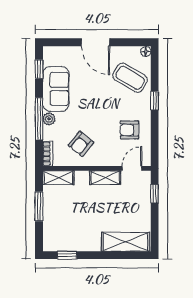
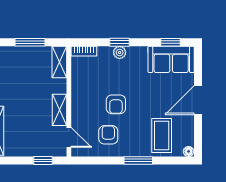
coffee table: (130, 78) -> (162, 135), turned -31
sofa: (56, 89) -> (171, 59), moved
window: (155, 101) -> (138, 161), width x1.50
window: (39, 119) -> (120, 42), width x0.46
armchair: (81, 144) -> (116, 104), moved, turned -129

